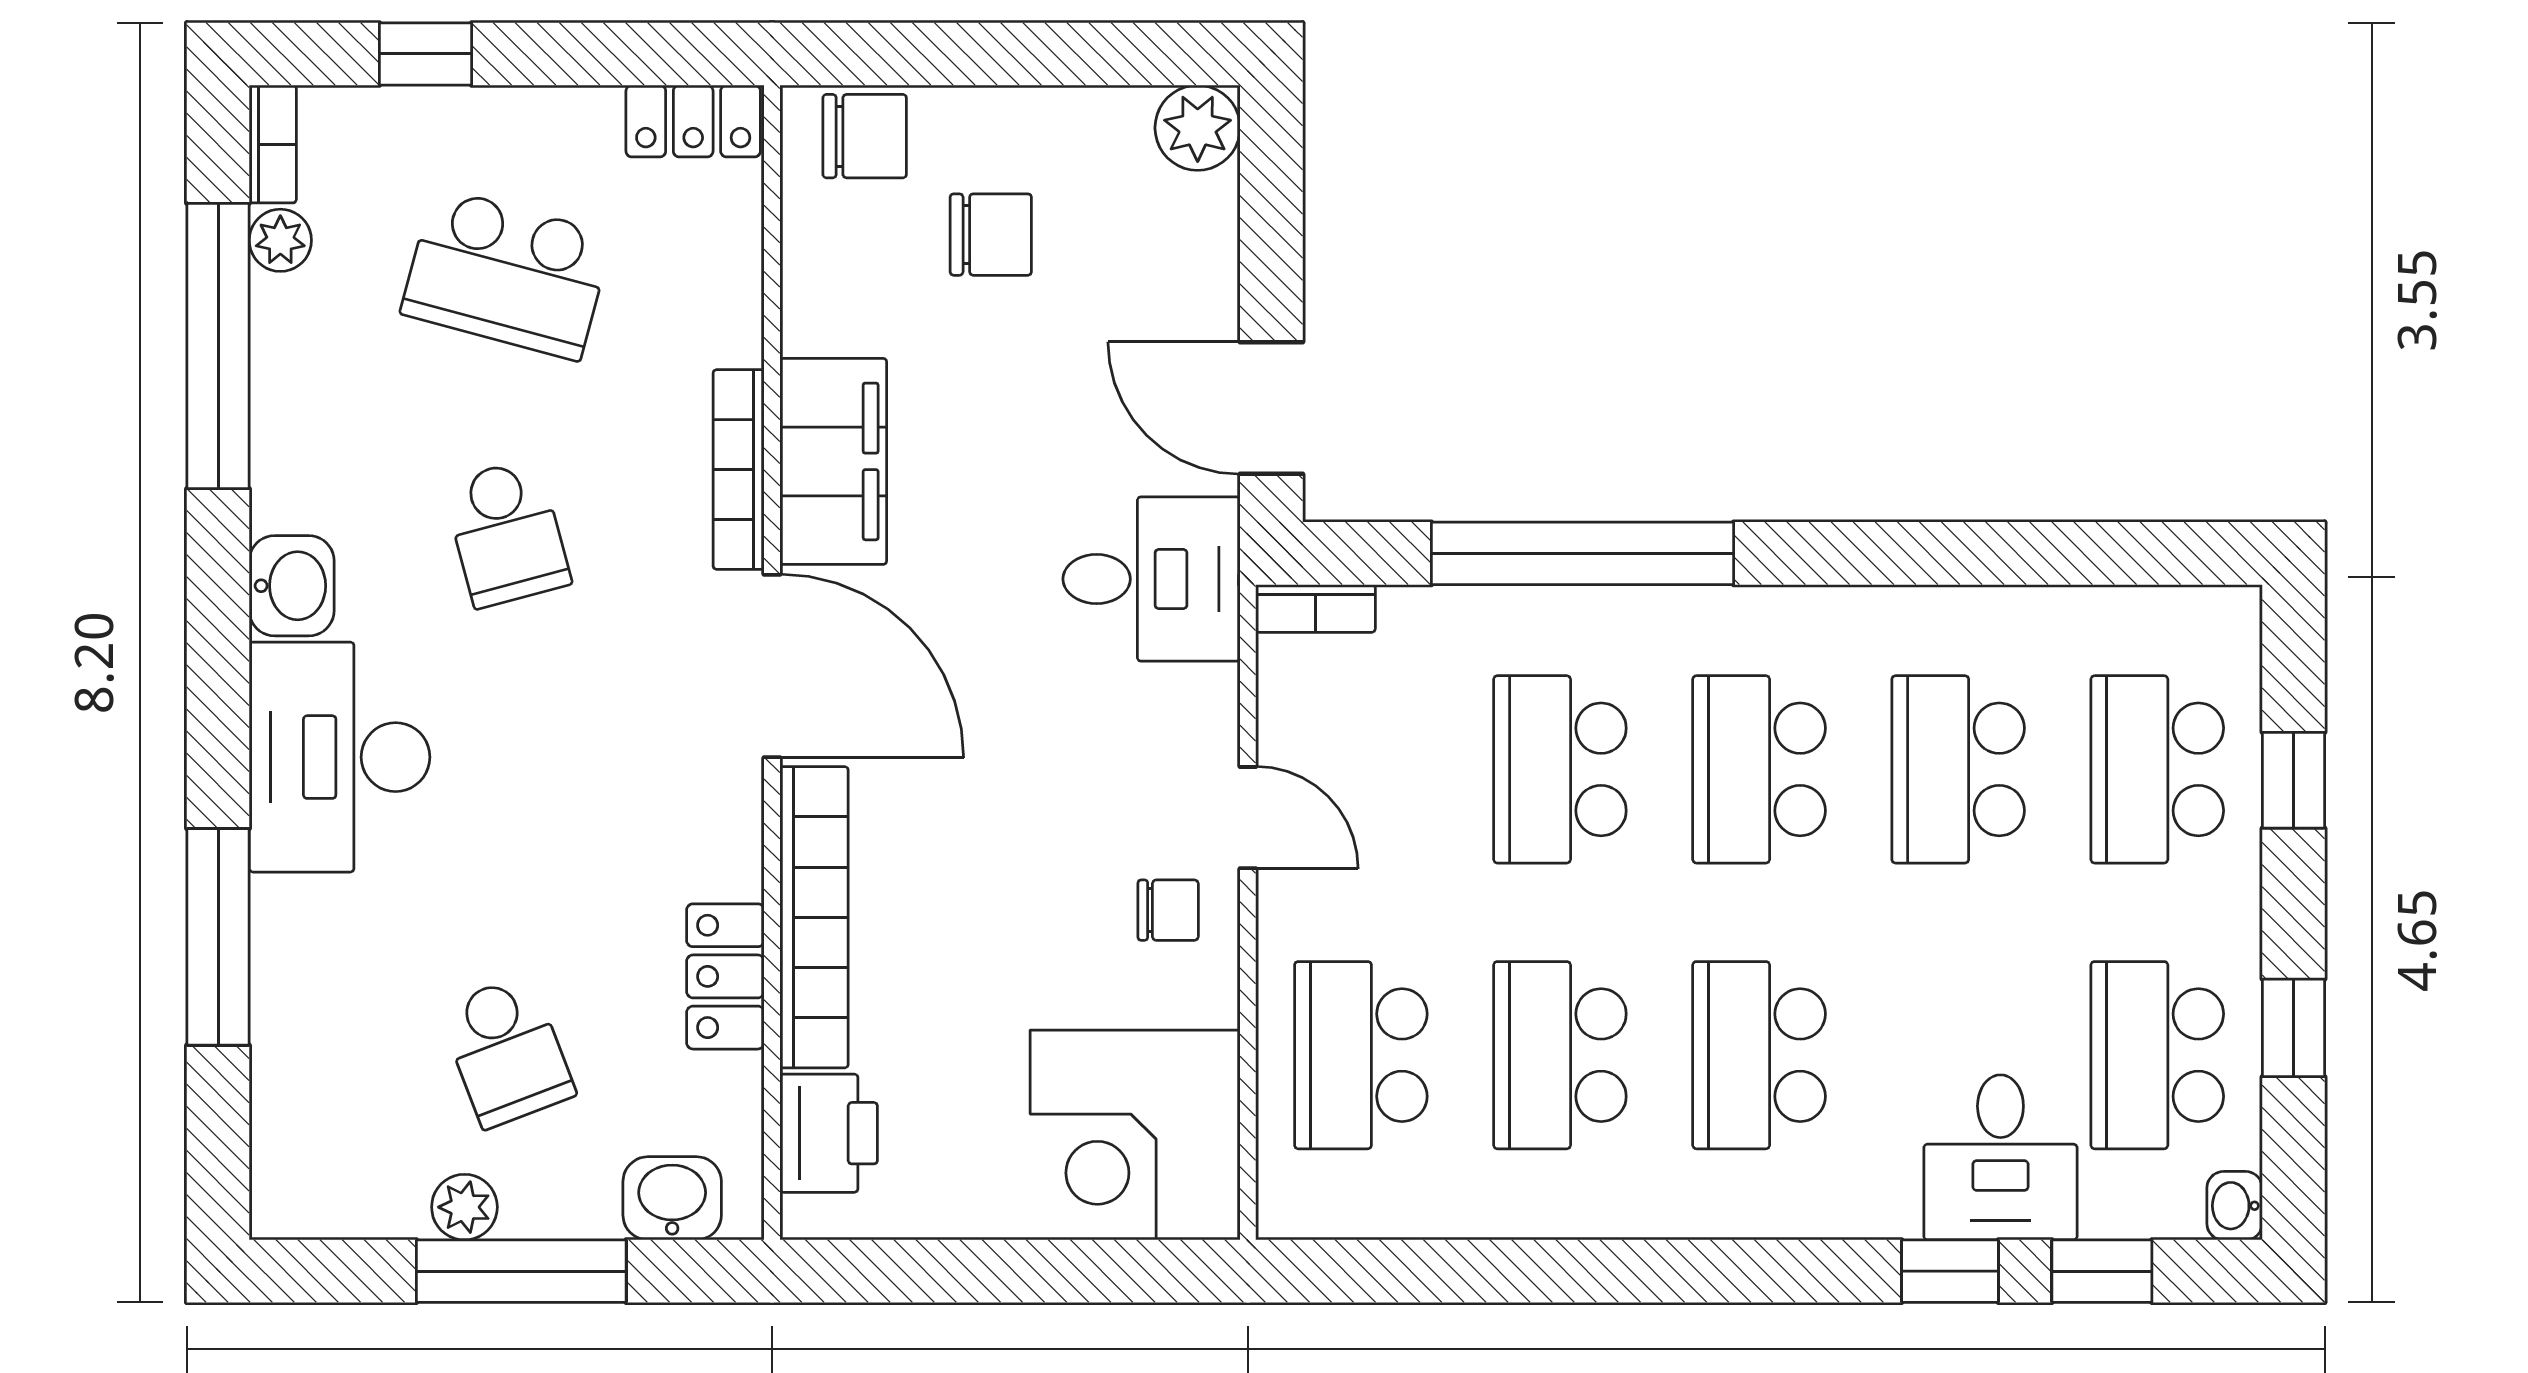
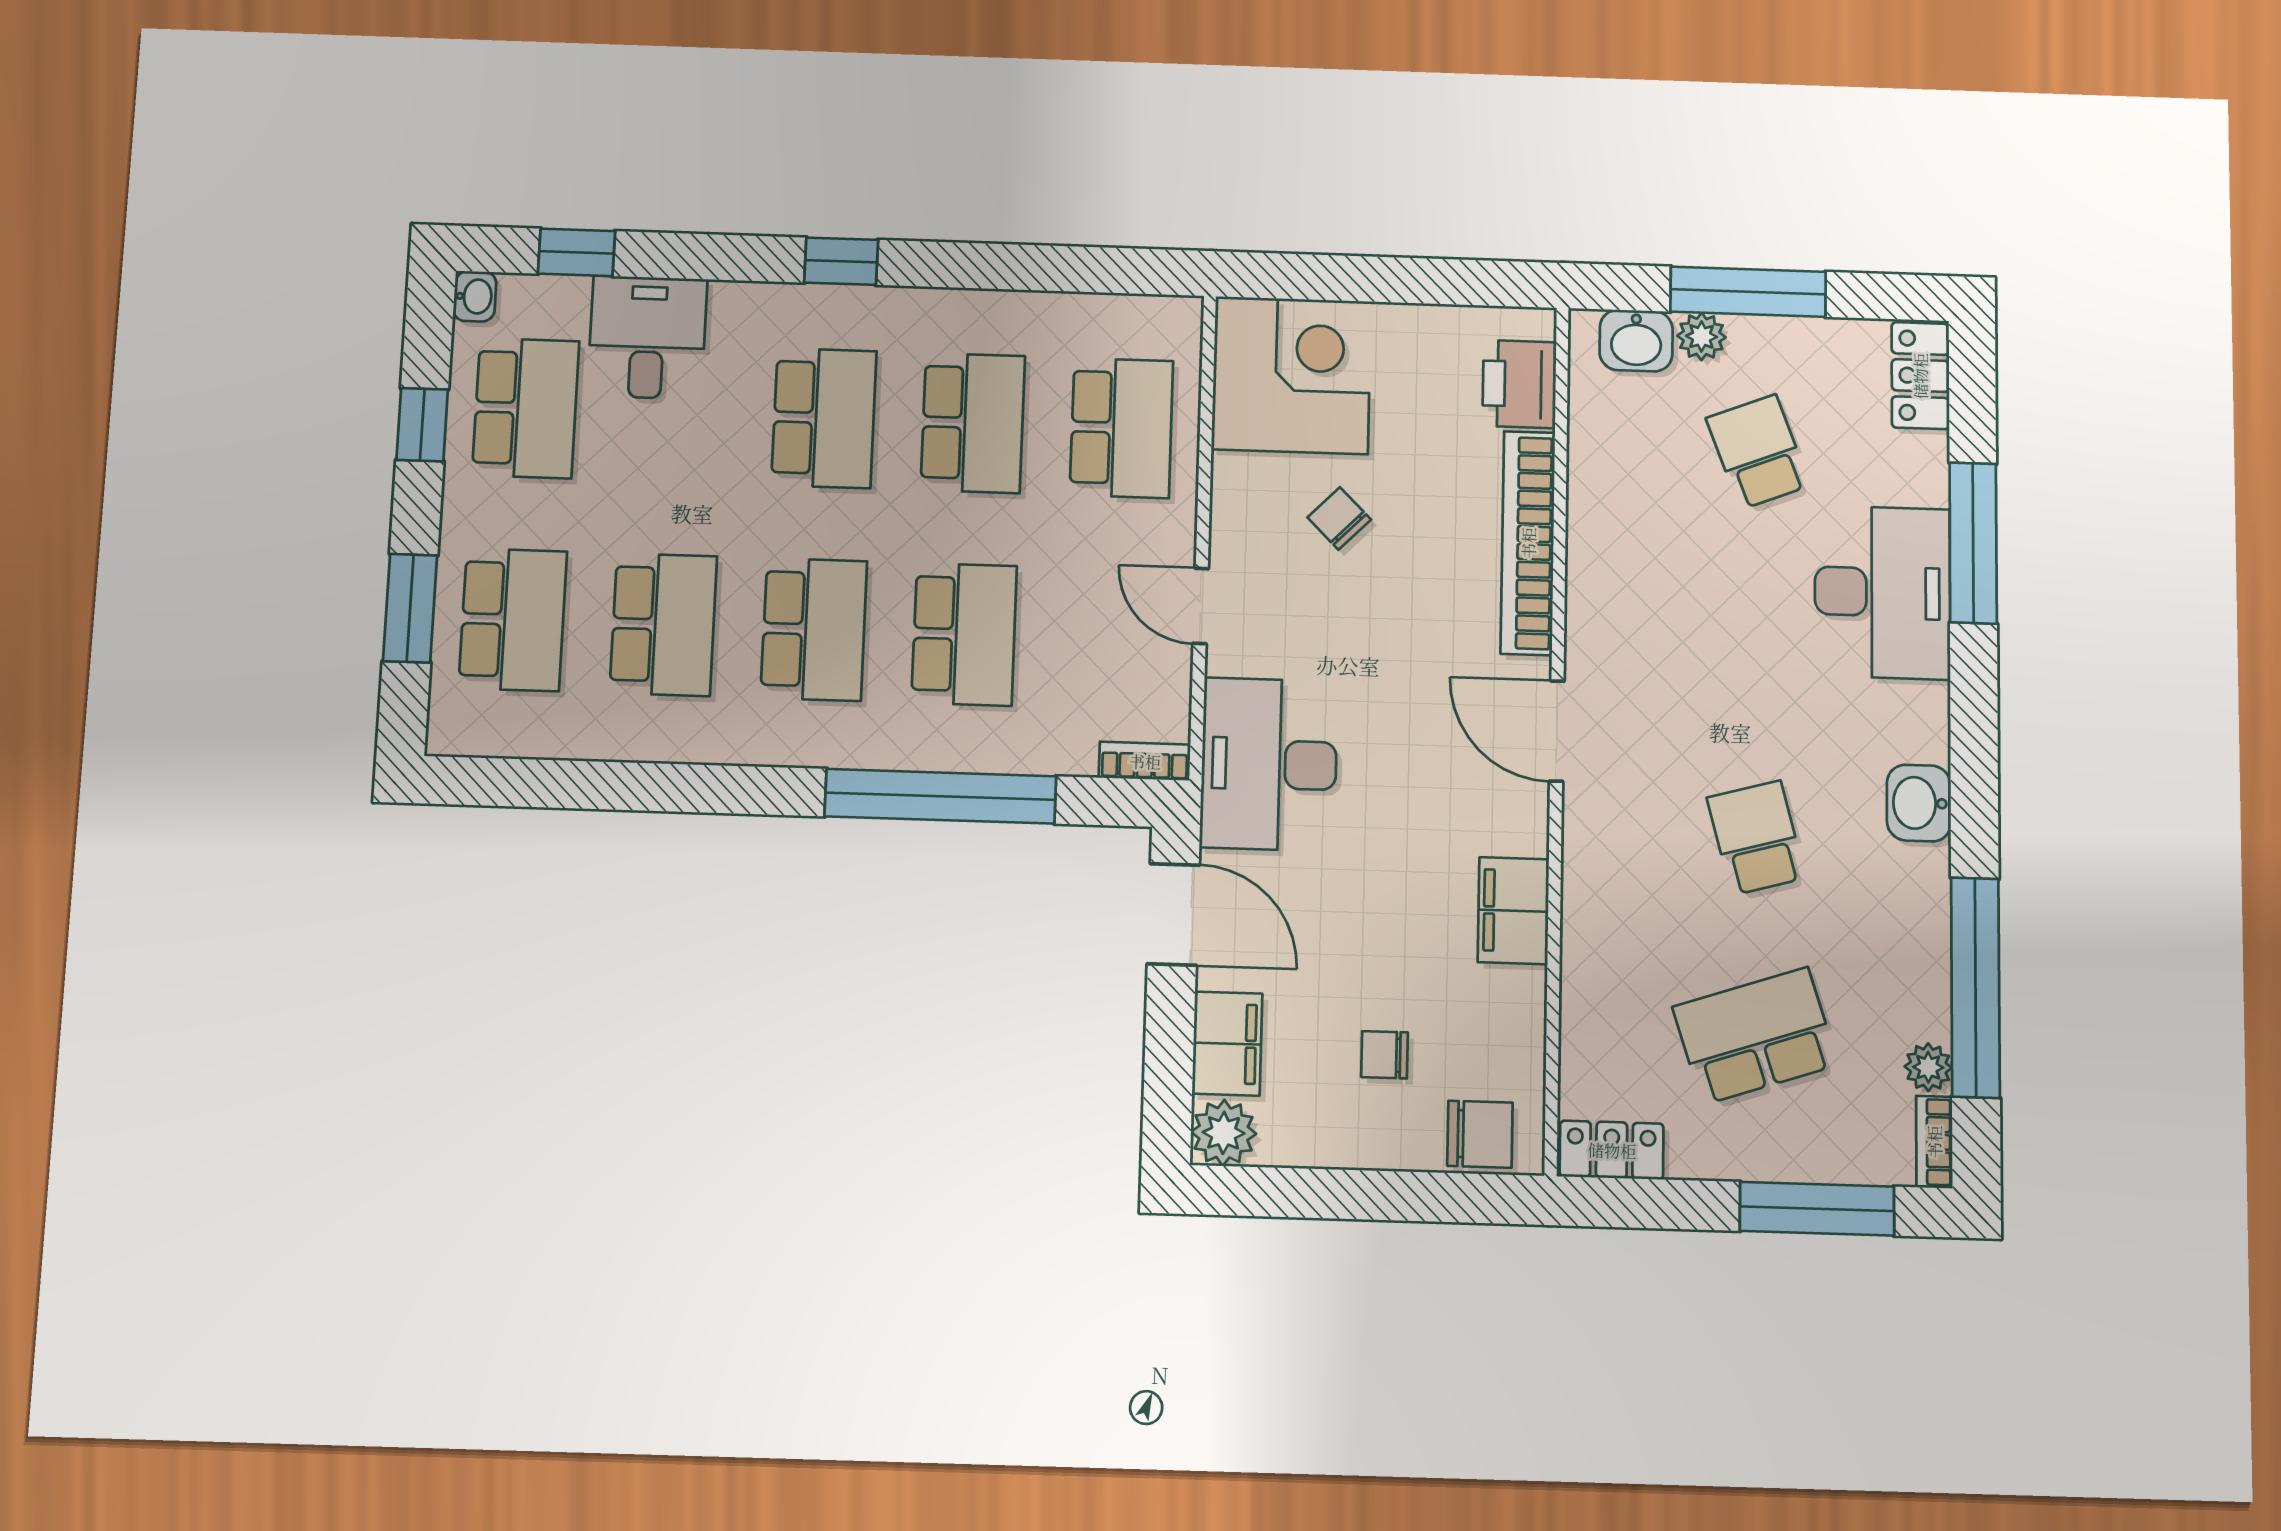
window: (426, 54) -> (1817, 1209), width x2.17
chair: (865, 136) -> (1480, 1134), turned 180
chair: (991, 235) -> (1385, 1055), width x0.73, depth x0.73
filing cabinet: (1196, 243) -> (1227, 1044), added
school desk: (507, 274) -> (1755, 1036), turned -33
filing cabinet: (833, 461) -> (1513, 911), width x0.67, depth x0.86
bookcase: (739, 470) -> (1580, 880), removed
desk: (1152, 579) -> (1269, 764), width x1.37
door: (772, 666) -> (1557, 731), width x0.73
desk: (340, 757) -> (1883, 592), moved
window: (2293, 780) -> (410, 608), width x1.50
chair: (1168, 910) -> (1339, 518), moved, turned 45
locker: (725, 976) -> (1920, 376), moved, turned 180
plant: (464, 1207) -> (1701, 336), moved
window: (1950, 1271) -> (841, 261), moved

